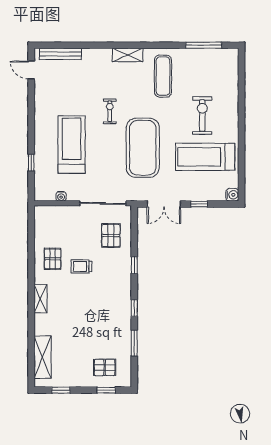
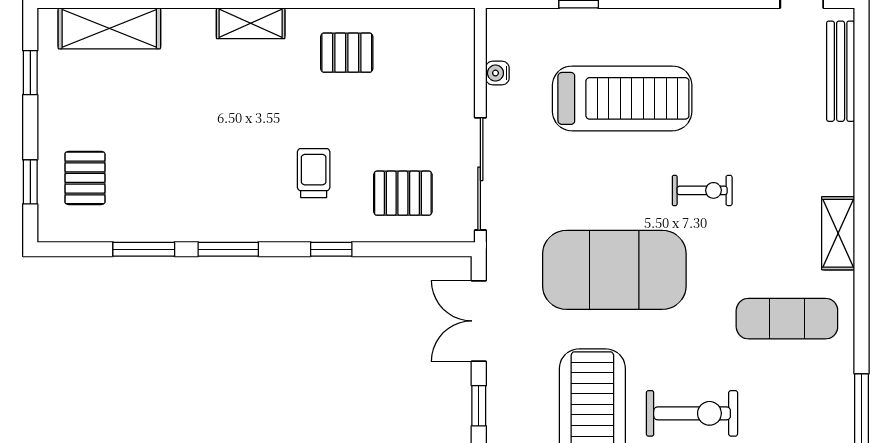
trolley: (81, 266) -> (314, 173), moved
window: (134, 308) -> (228, 249), width x1.50

